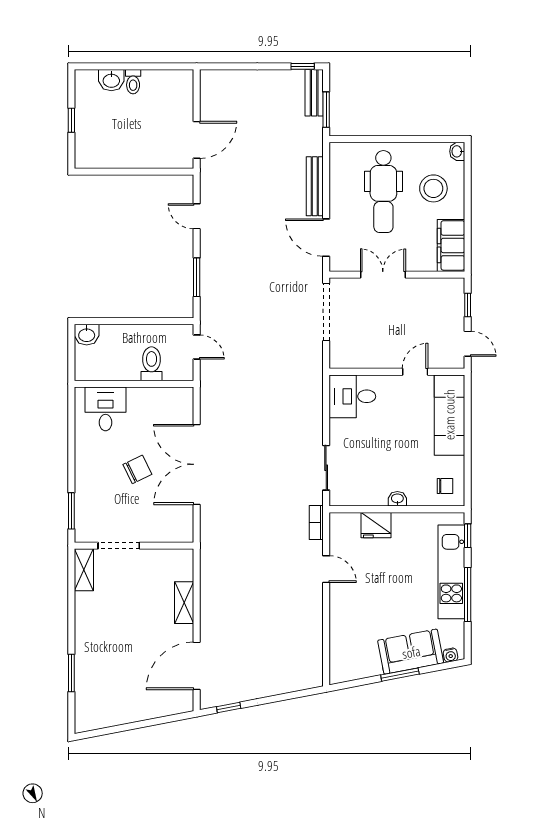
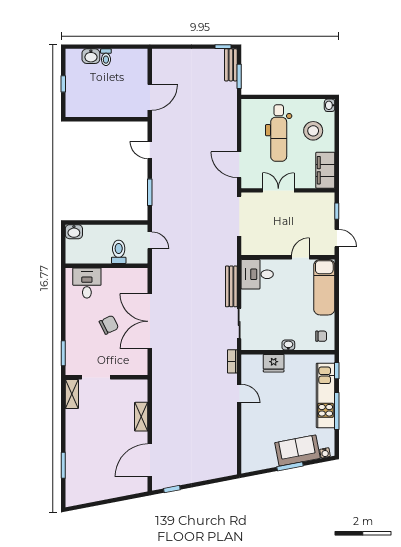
bench: (315, 186) -> (231, 286), moved

